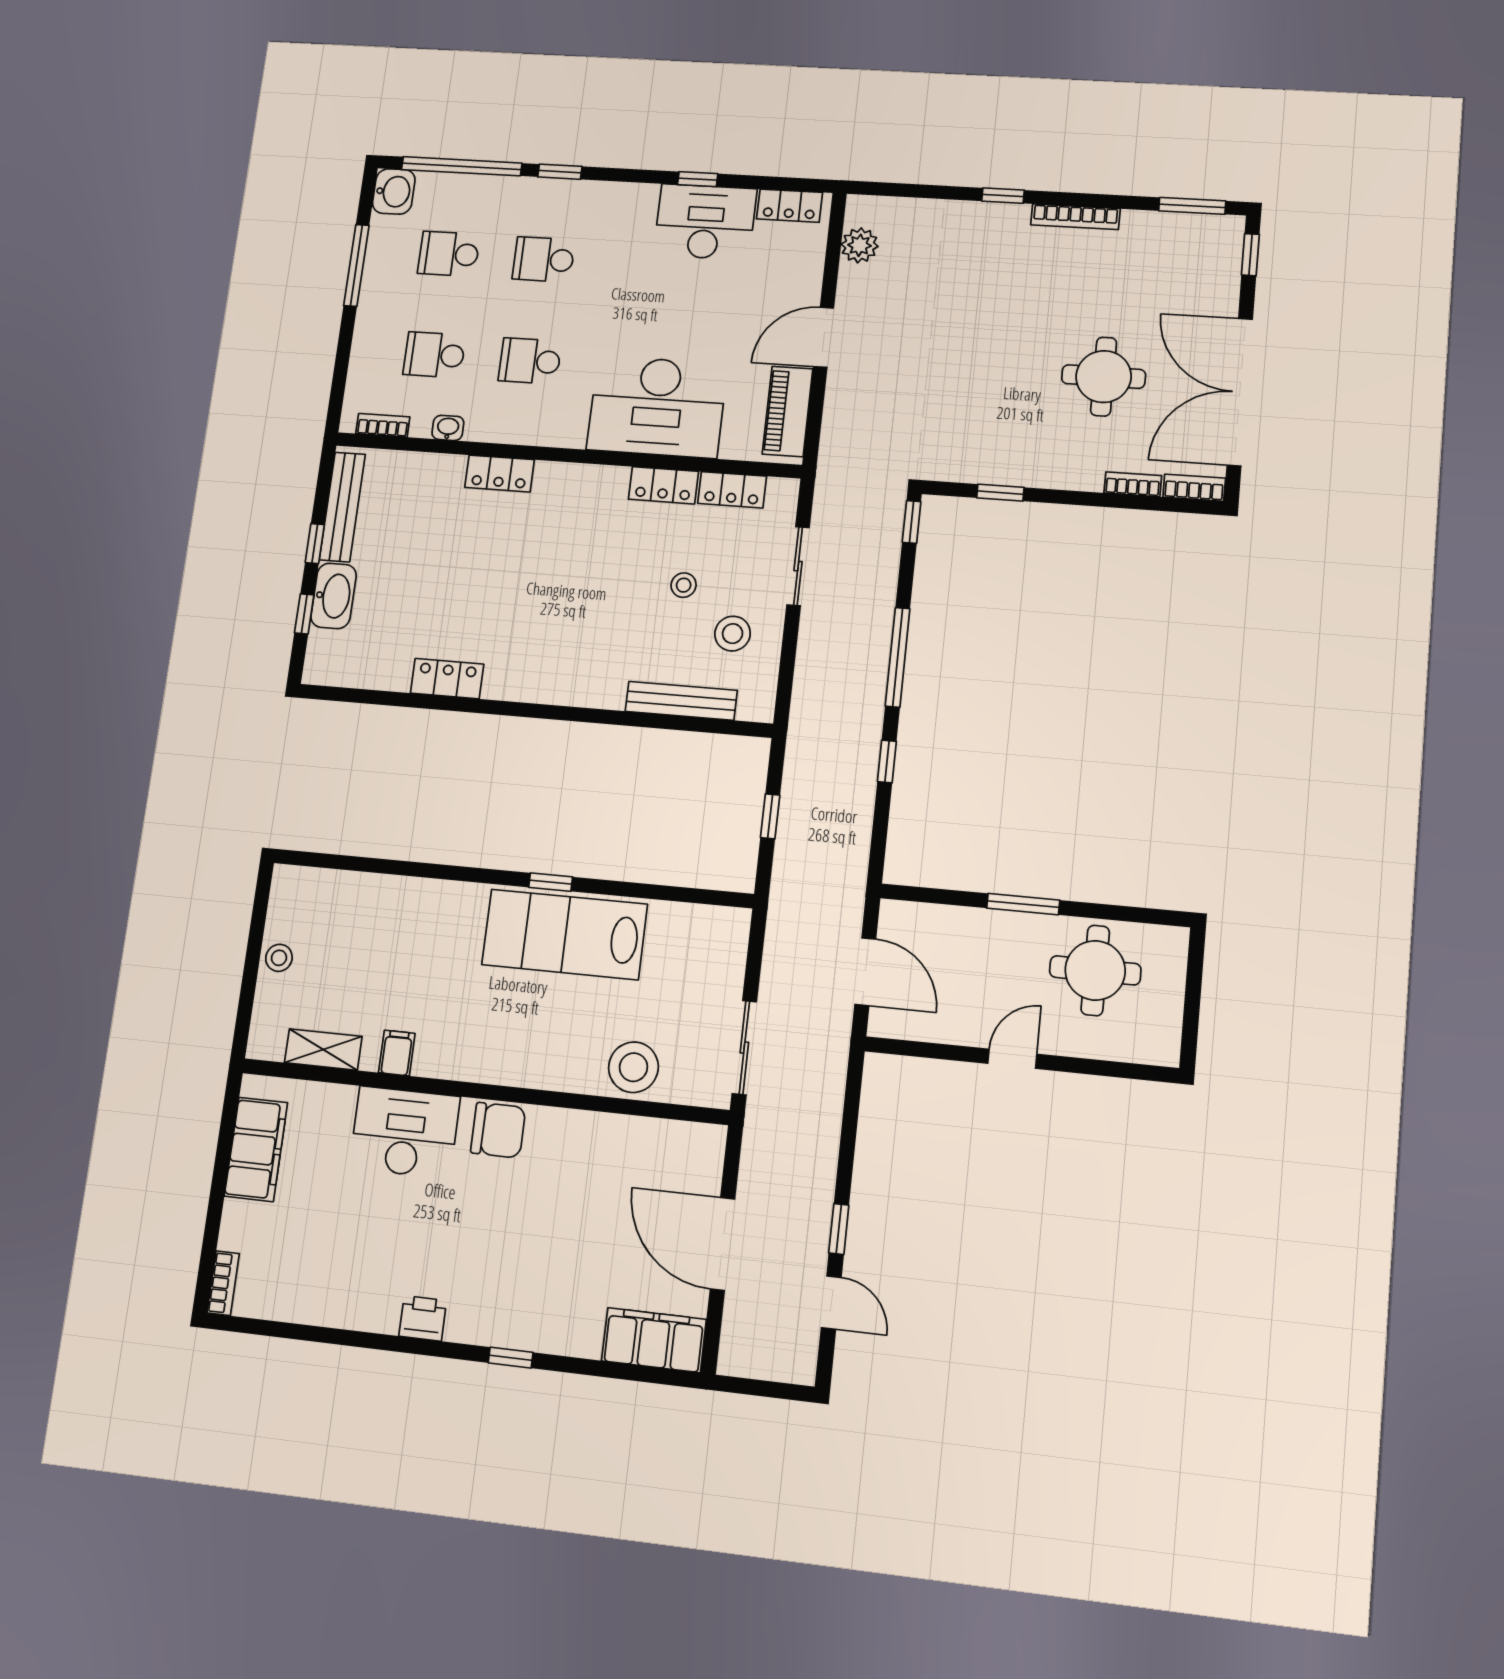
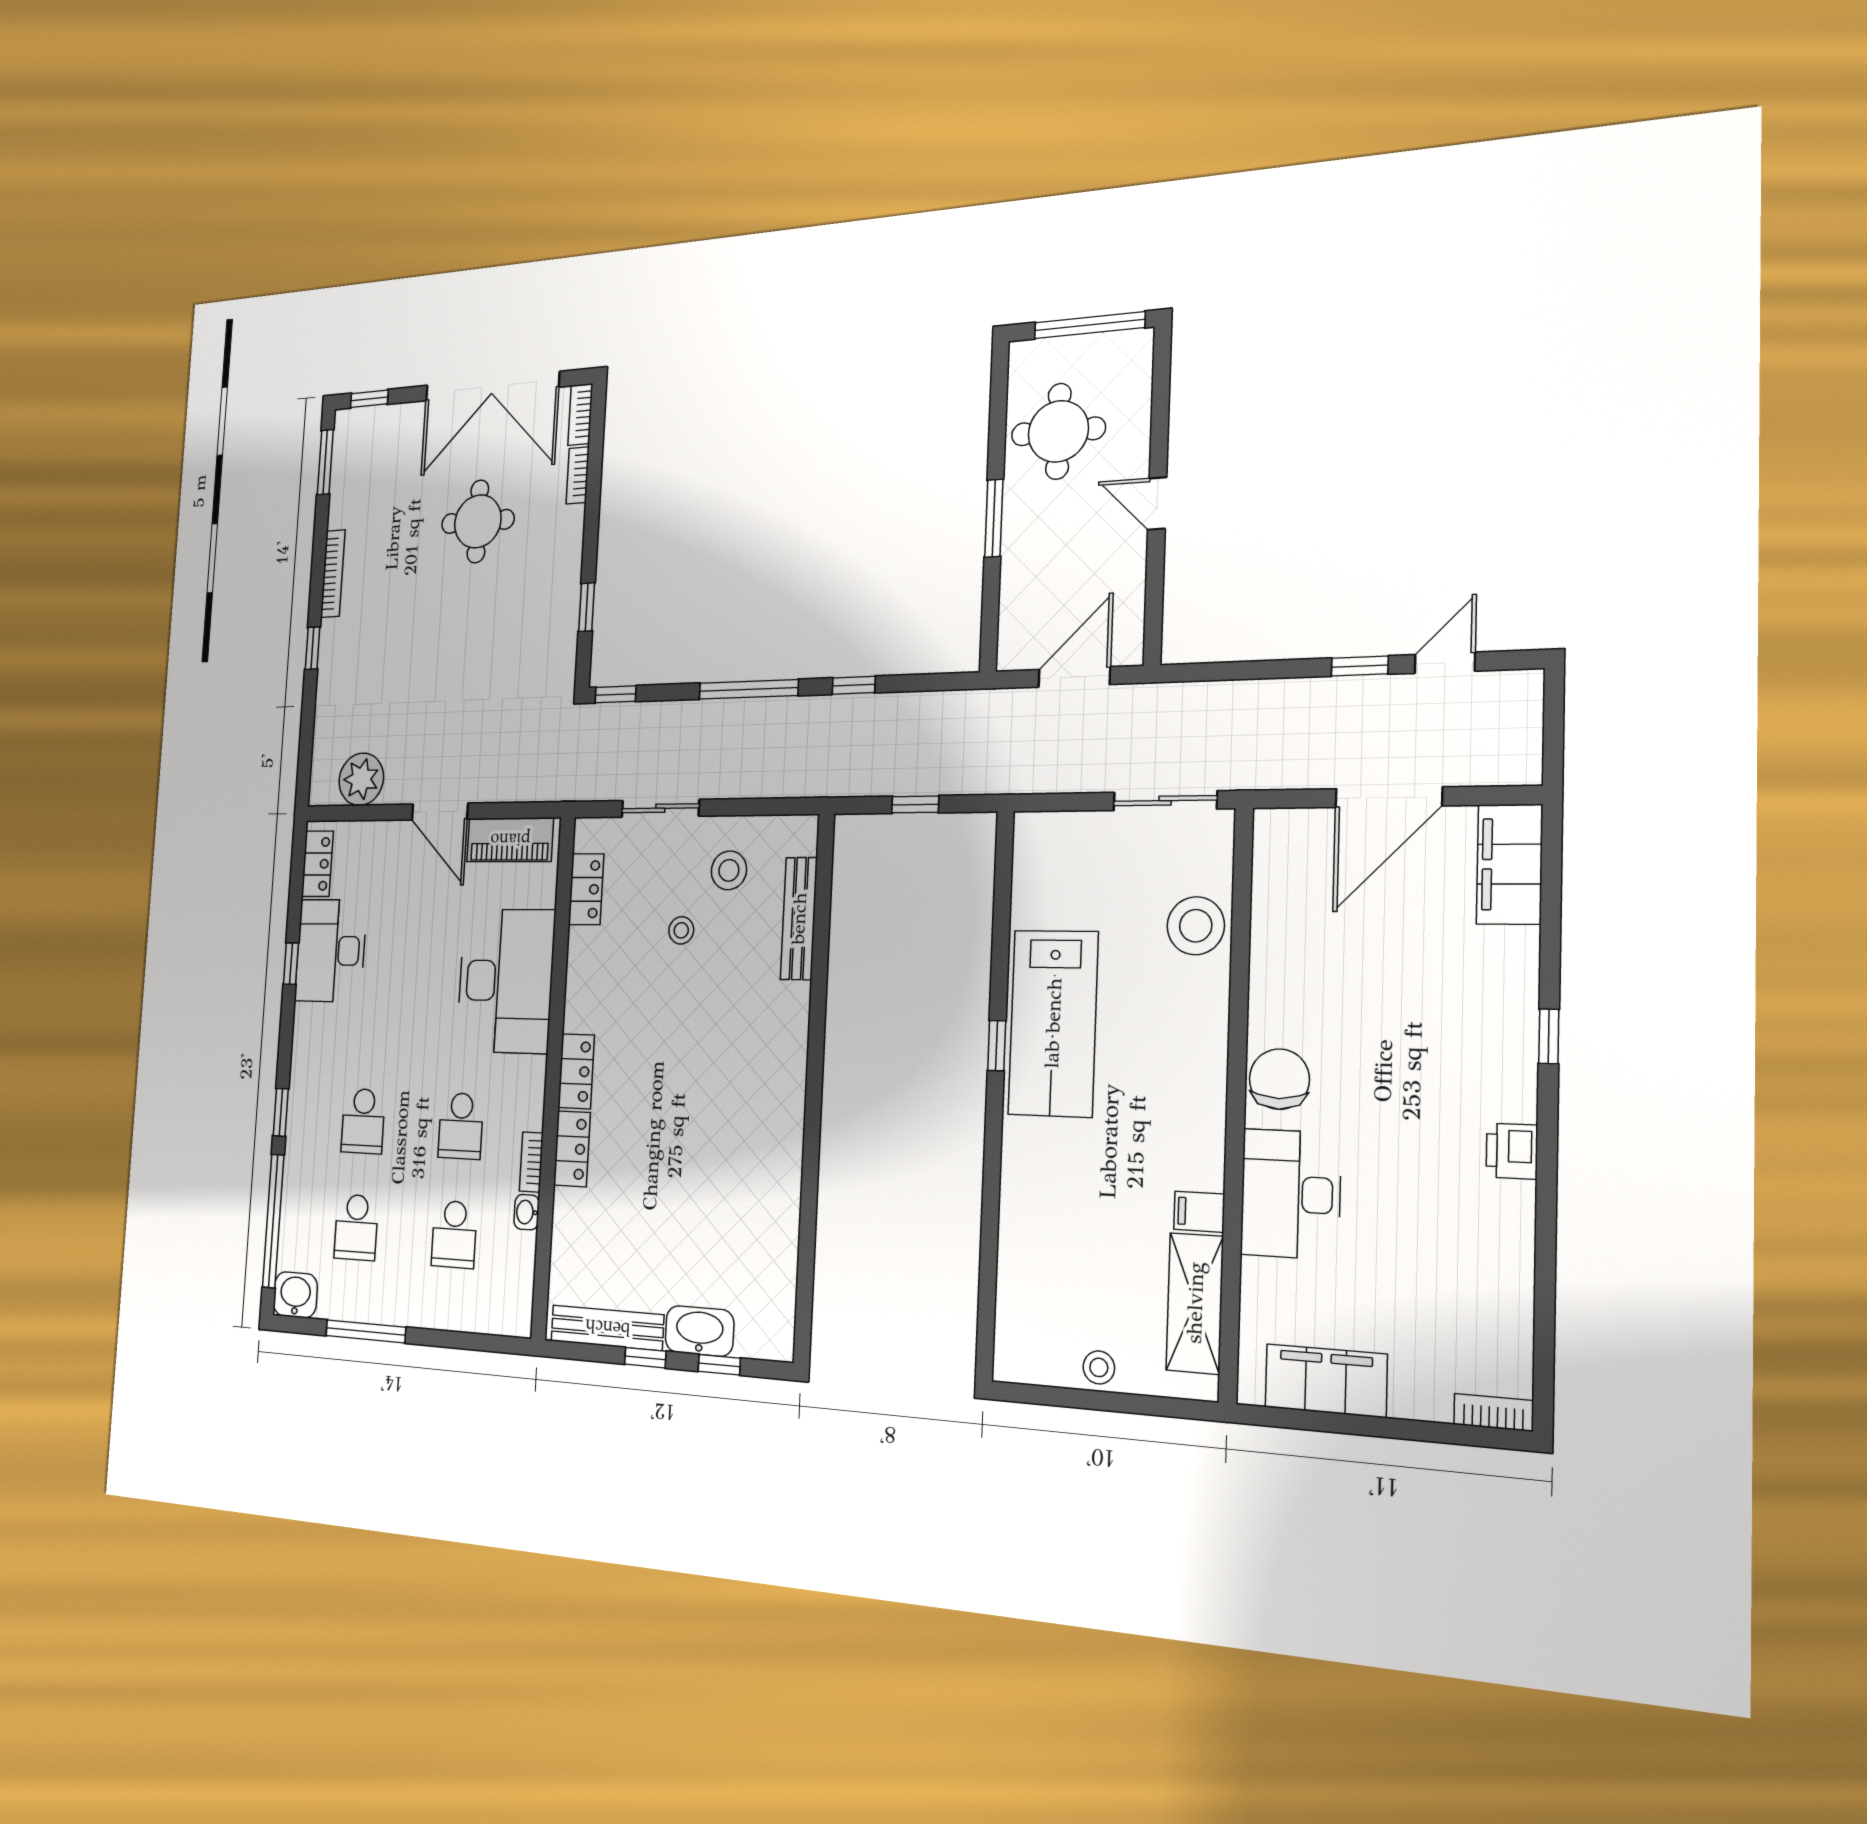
plant: (860, 245) -> (361, 779), width x1.36, depth x1.36
bookcase: (383, 425) -> (531, 1162), moved
locker: (663, 485) -> (576, 1071), moved
locker: (447, 679) -> (783, 1189), removed
window: (1192, 1006) -> (1089, 325), added
shelving: (323, 1050) -> (1195, 1303), width x1.50, depth x1.33

